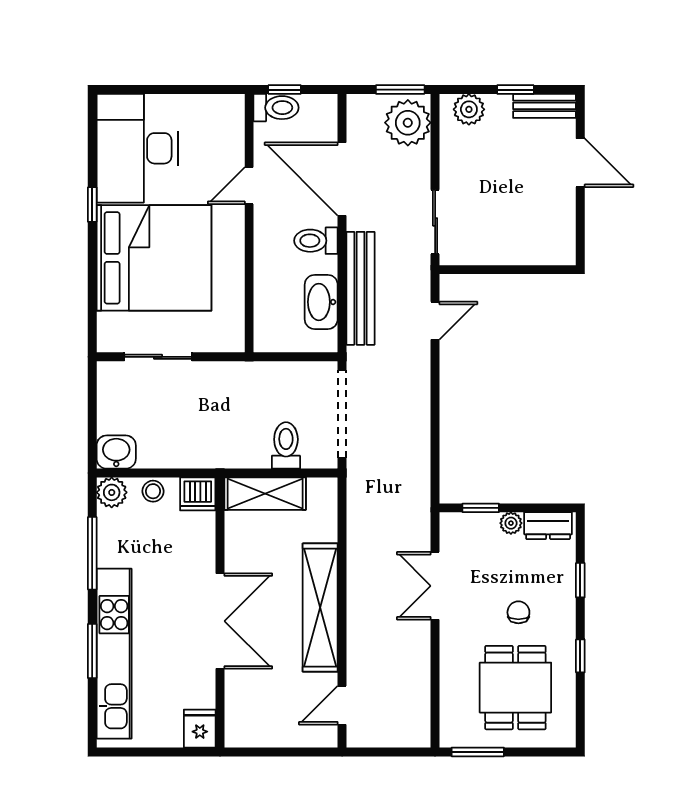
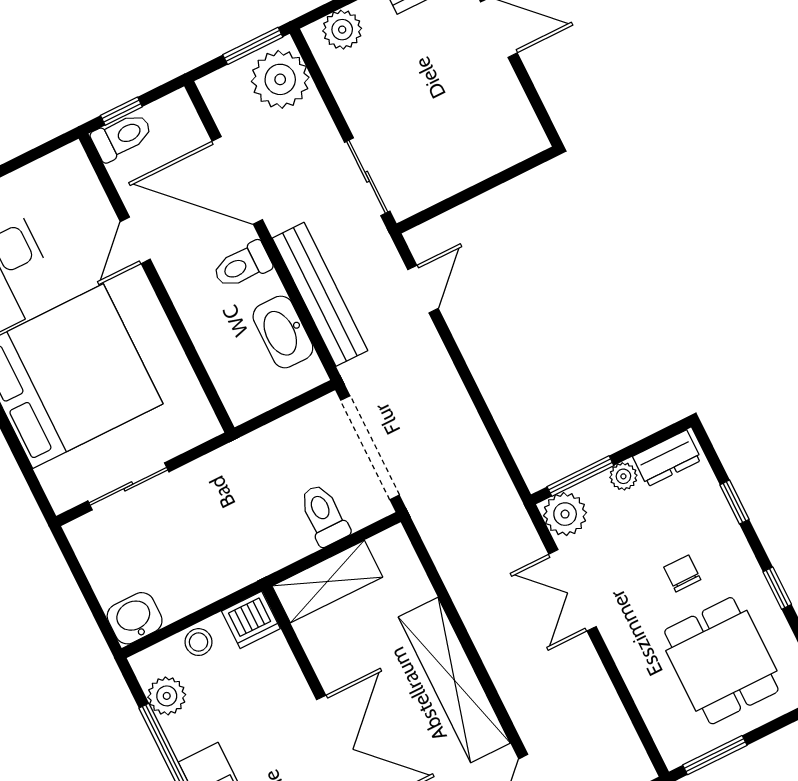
plant: (112, 492) -> (167, 696), moved
window: (481, 508) -> (580, 476), width x1.50
plant: (457, 529) -> (565, 514), added

